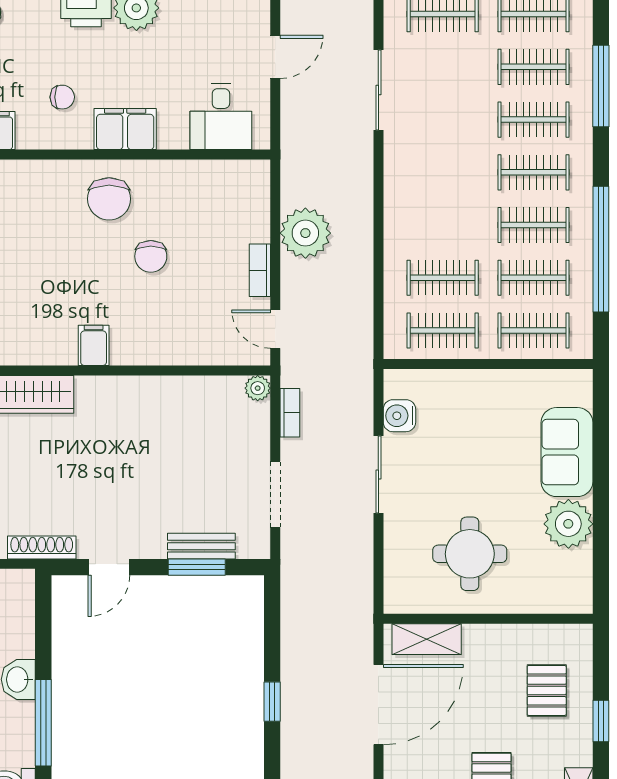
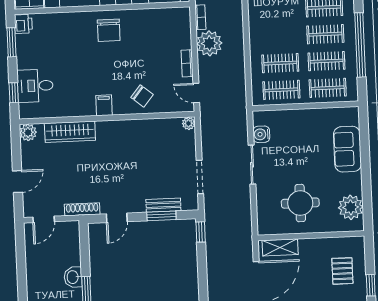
chair: (151, 256) -> (142, 96), moved, turned -51
bookcase: (290, 413) -> (200, 17), moved
plant: (568, 524) -> (351, 207), moved
window: (272, 702) -> (201, 232), moved

